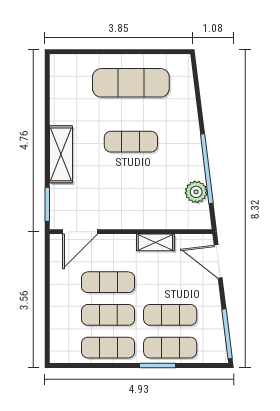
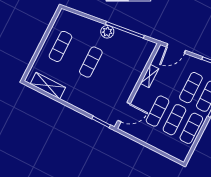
exercise mat: (131, 83) -> (60, 46), width x0.73, depth x0.69
shelving: (61, 154) -> (48, 86), moved
plant: (196, 192) -> (107, 32), moved
door: (80, 232) -> (124, 112), hinge flipped

